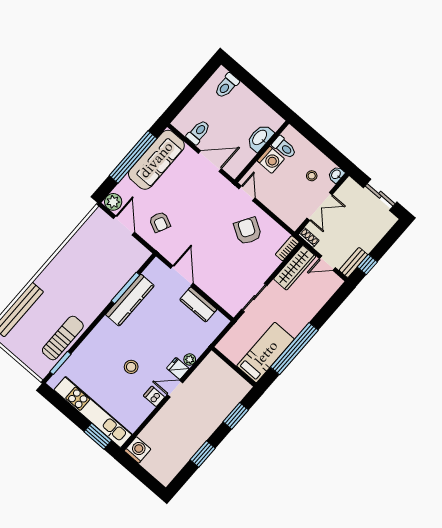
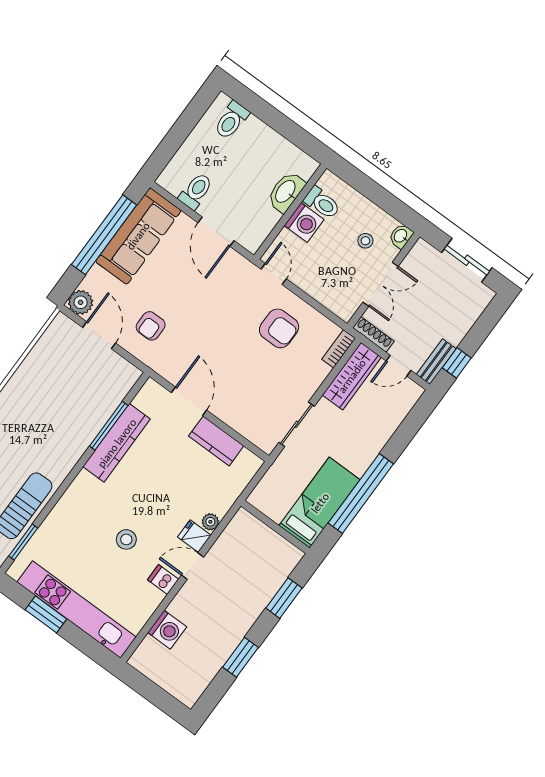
door: (210, 161) -> (216, 232), swing flipped
armchair: (160, 222) -> (151, 326), turned 65
armchair: (248, 231) -> (279, 328), turned 149
shoe rack: (309, 238) -> (373, 334), width x1.43
window: (98, 436) -> (46, 614), moved
washing machine: (137, 450) -> (167, 630), moved, turned 90

